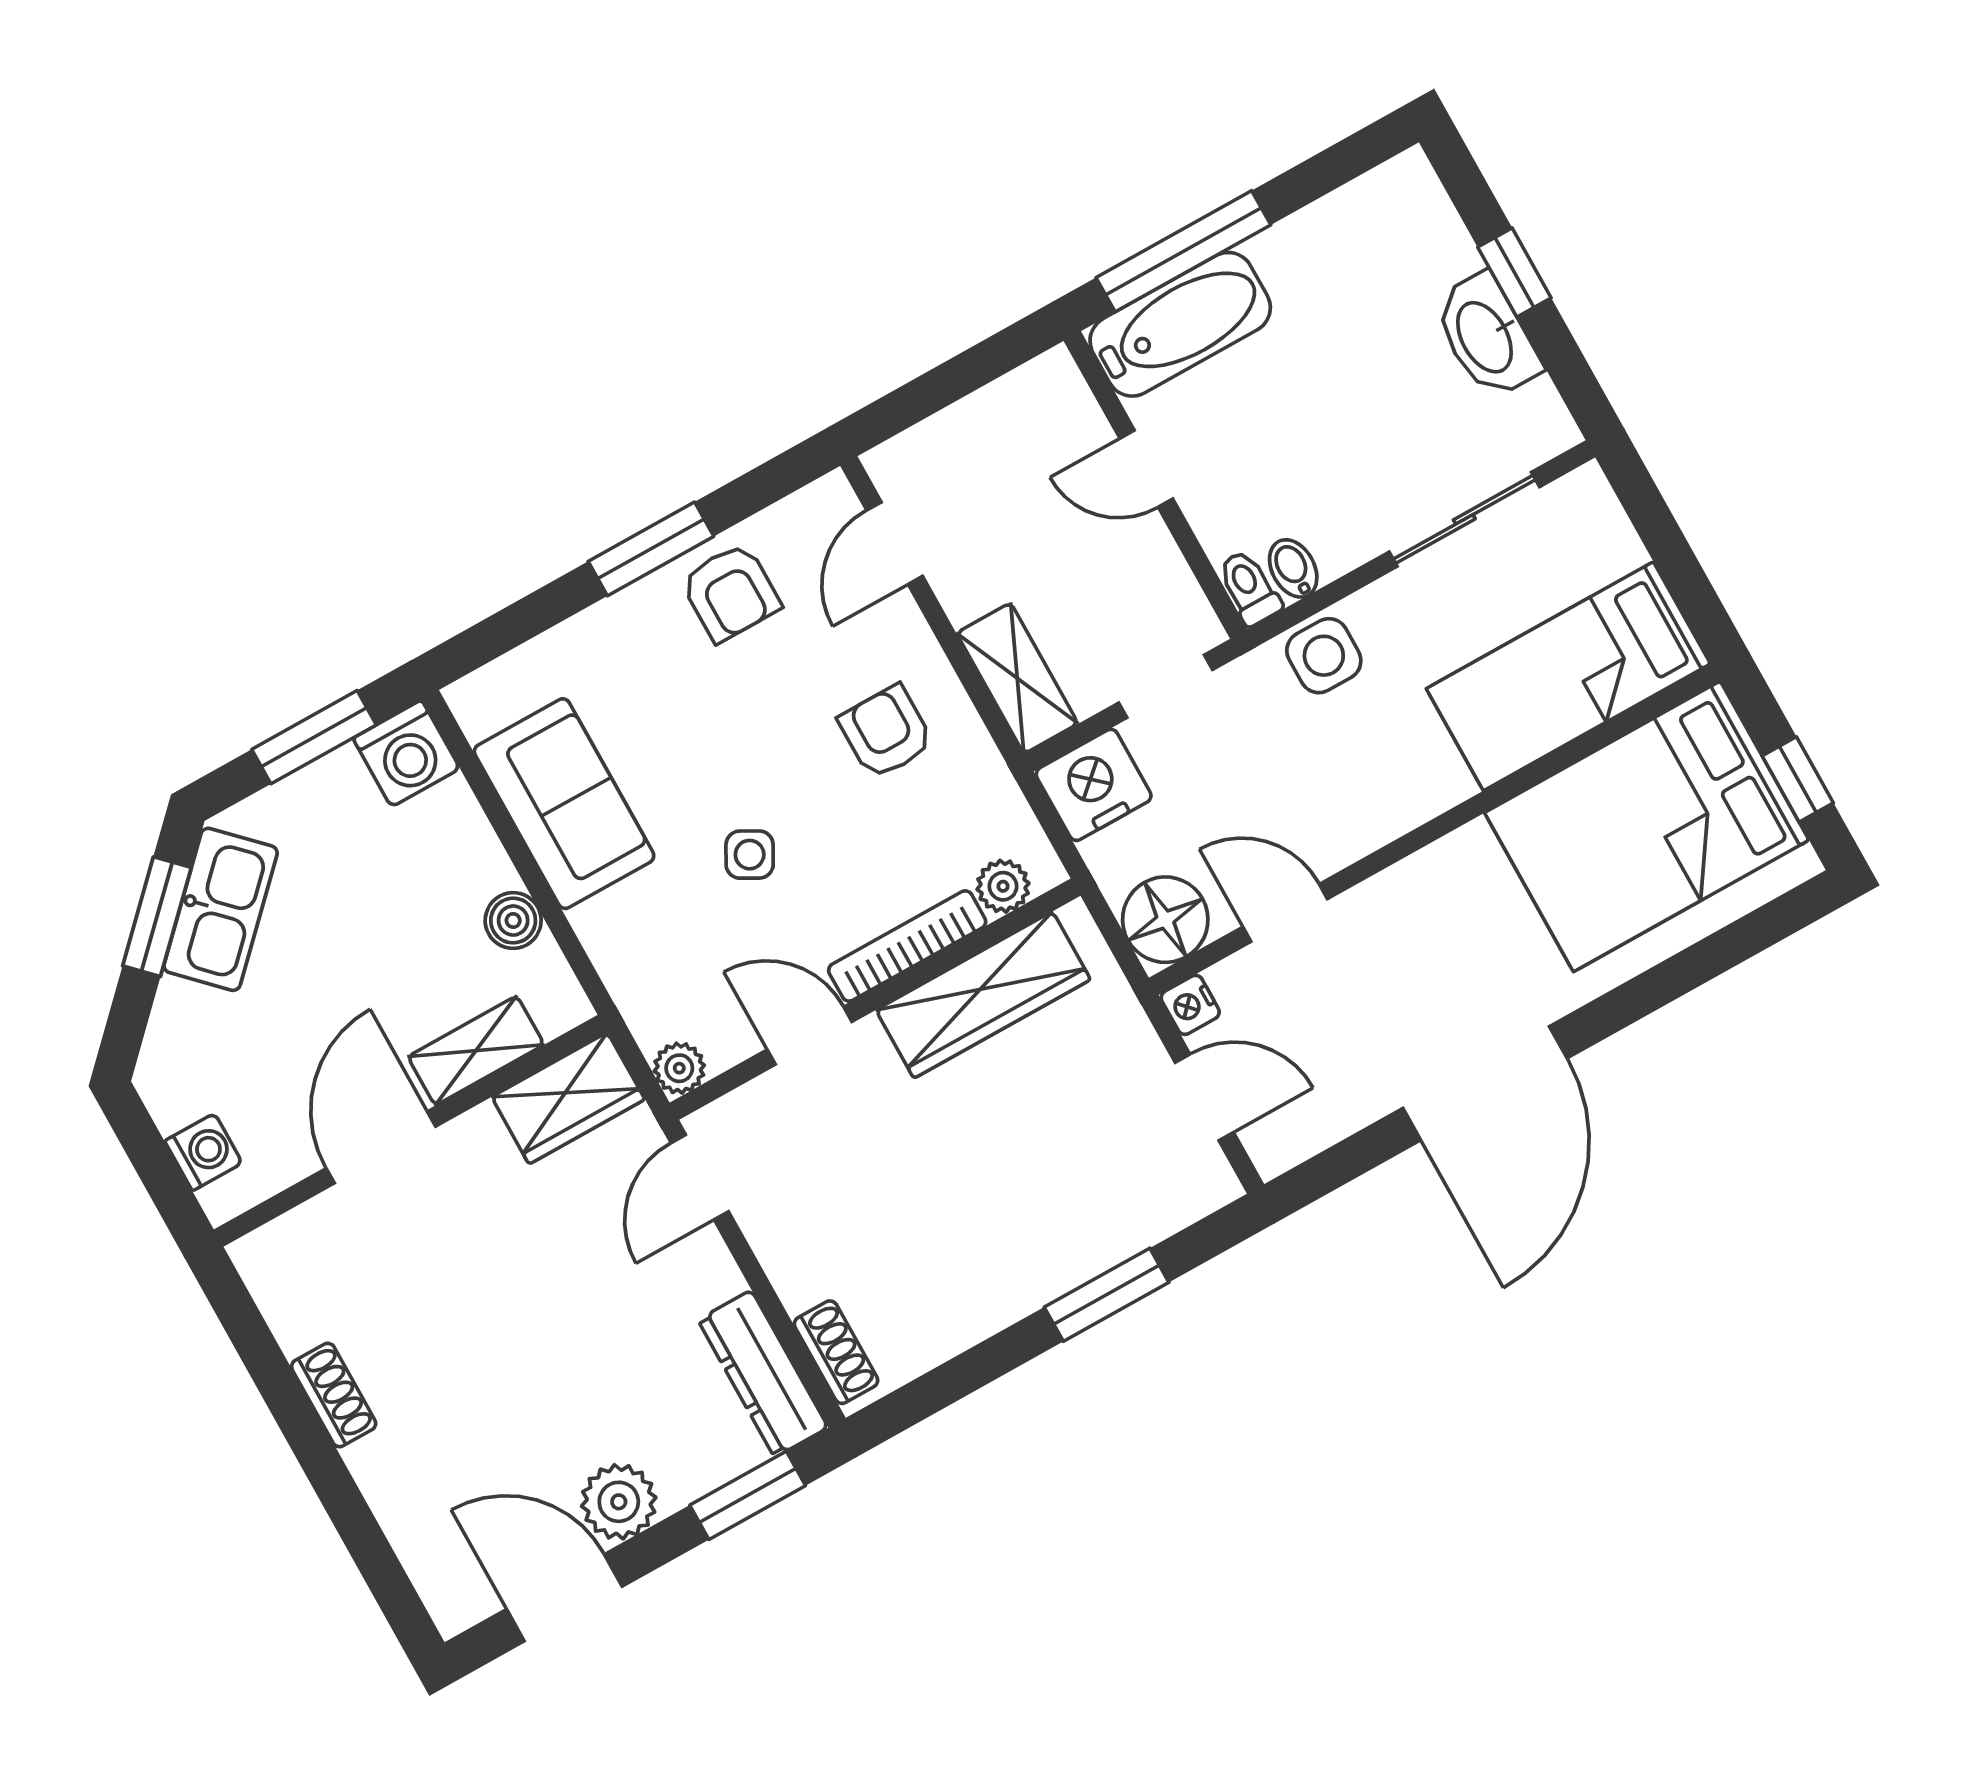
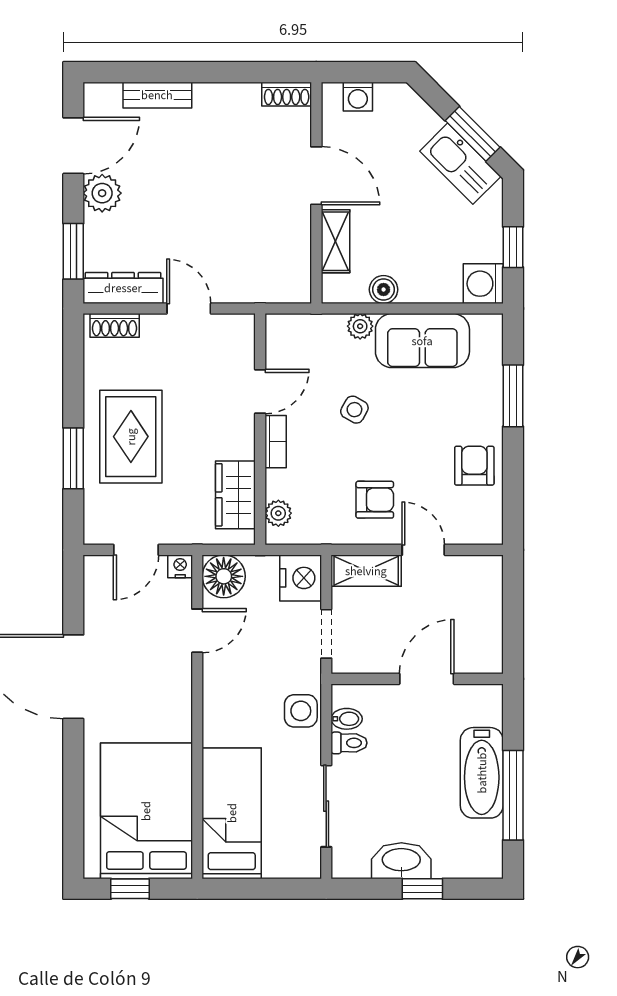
window: (1183, 251) -> (513, 795), moved
bathtub: (1180, 324) -> (482, 773), moved
door: (1146, 469) -> (427, 679), width x1.38
door: (895, 543) -> (423, 550), moved
window: (651, 549) -> (513, 396), moved
toilet: (1249, 588) -> (349, 743), moved
armchair: (731, 592) -> (474, 466), turned 90
window: (314, 737) -> (513, 247), width x0.67
bookcase: (907, 946) -> (276, 442), width x0.64
wardrobe: (983, 995) -> (235, 495), width x0.67
plant: (679, 1068) -> (360, 326), moved
wardrobe: (568, 1098) -> (292, 270), removed
door: (700, 1177) -> (189, 309), moved
rug: (1013, 1216) -> (131, 437), added
shoe rack: (334, 1395) -> (287, 94), moved
bench: (395, 1501) -> (157, 95), added

